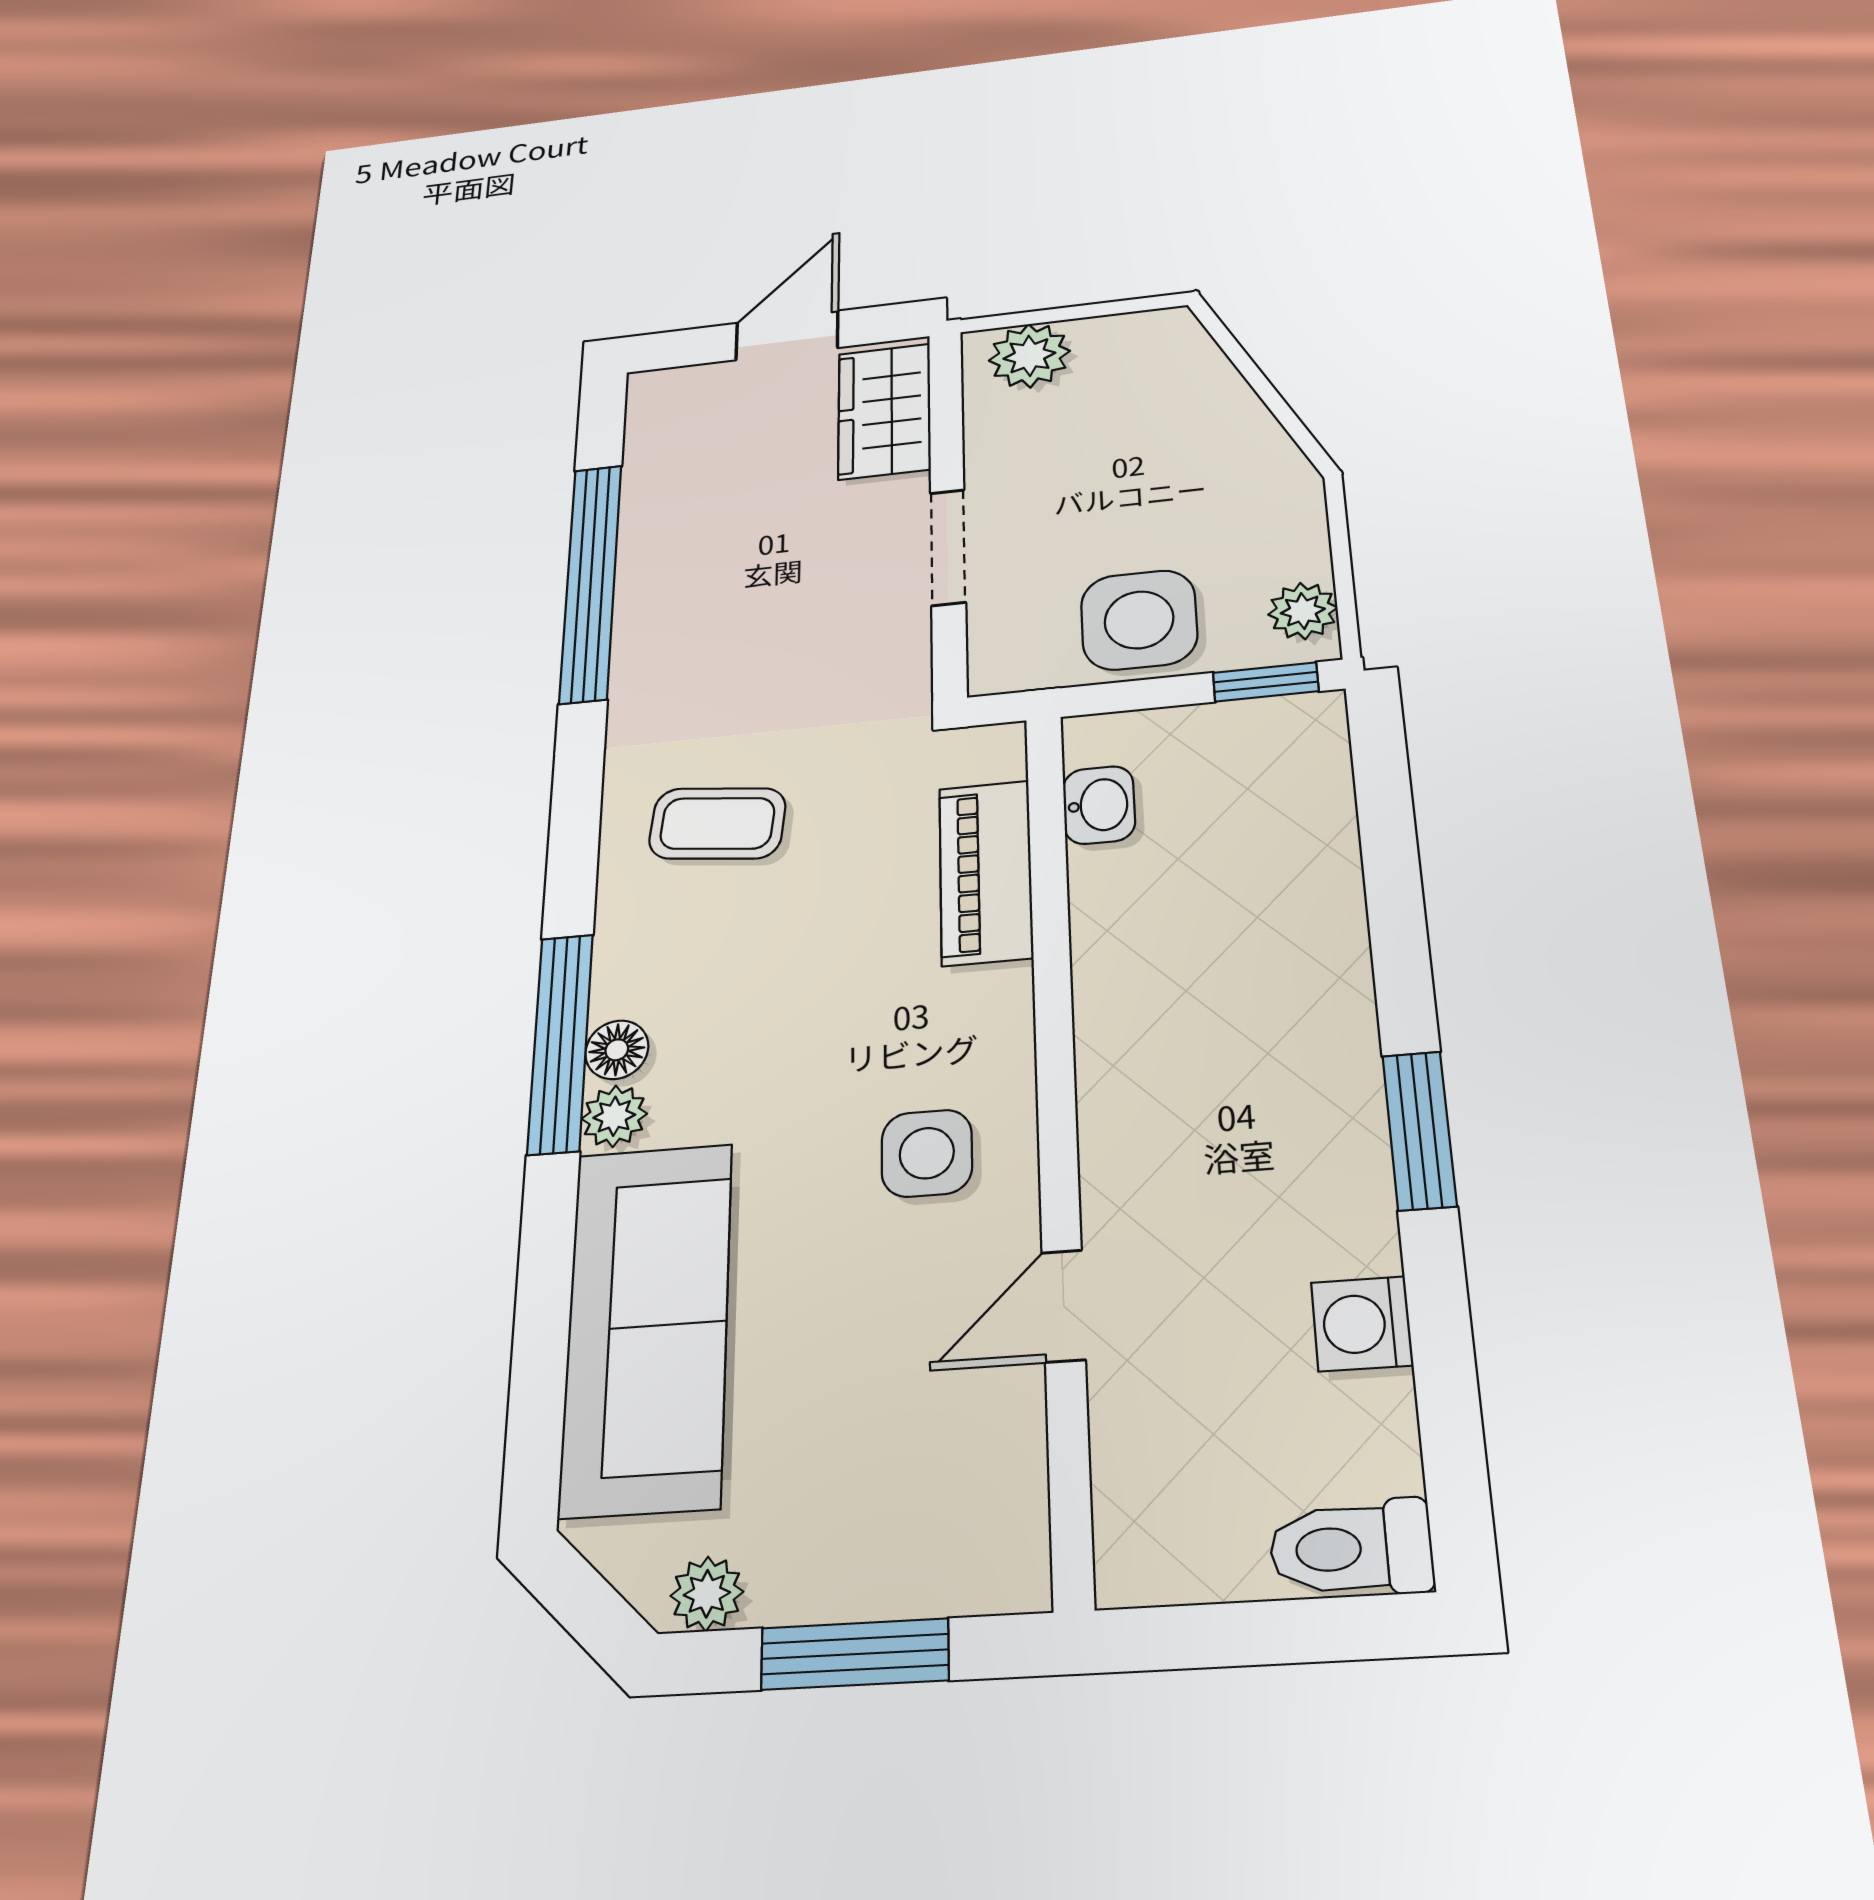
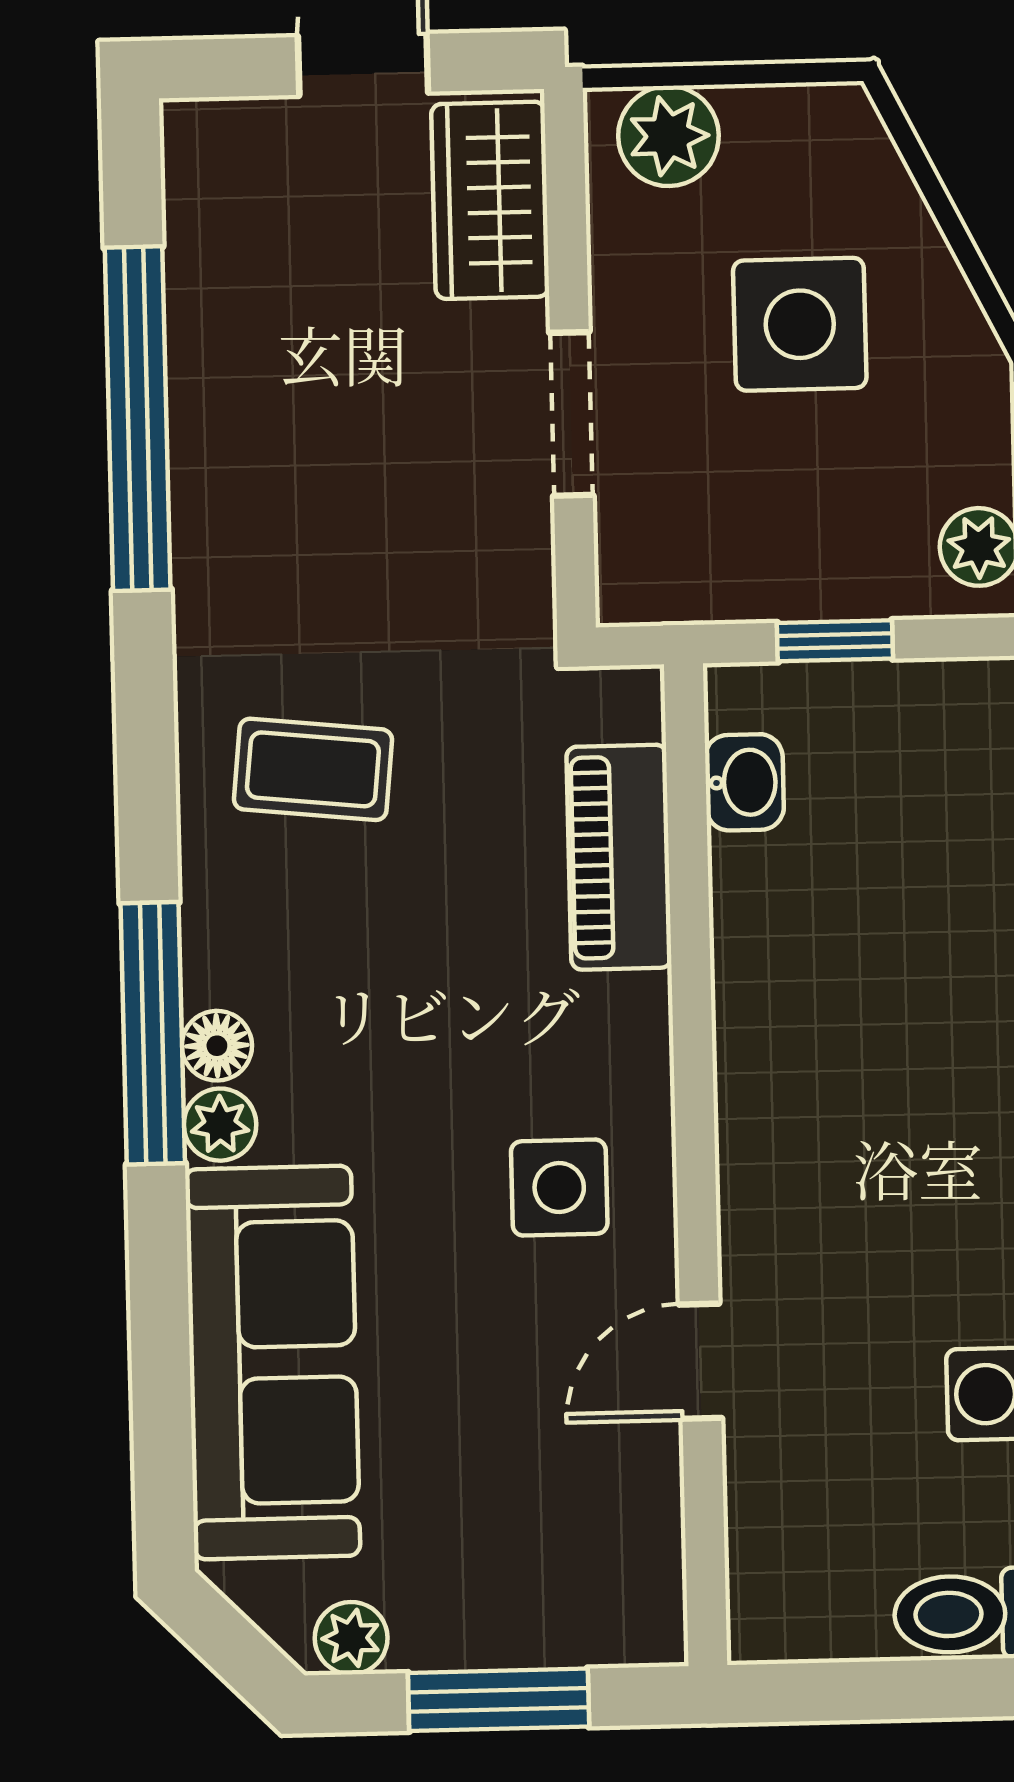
side table: (1139, 620) -> (800, 324), moved
window: (1266, 682) -> (835, 641), moved

